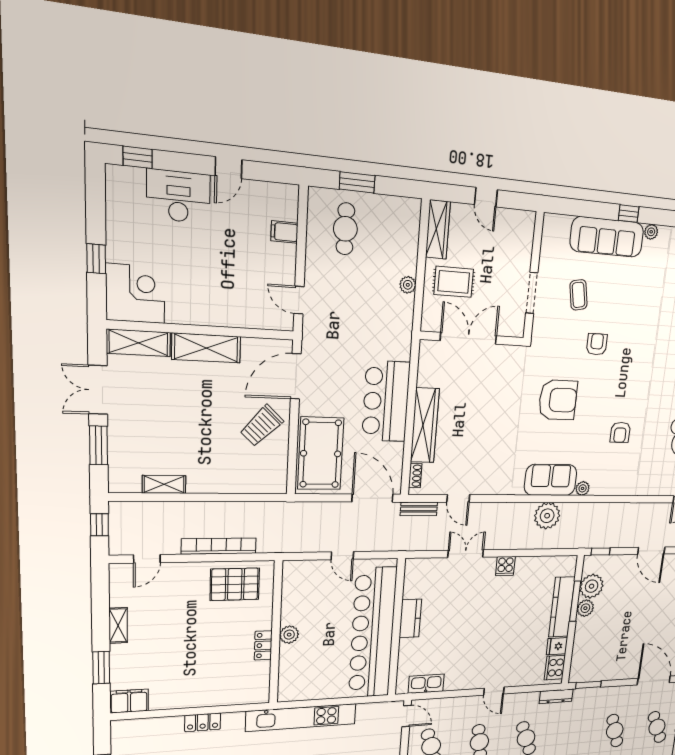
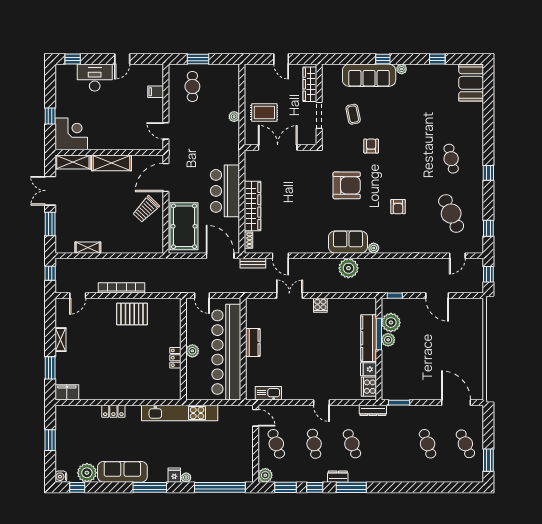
wardrobe: (438, 229) -> (310, 84), moved, turned 180
wall: (276, 633) -> (183, 349), moved
plant: (289, 635) -> (192, 351), moved
locker: (263, 645) -> (175, 358), moved

